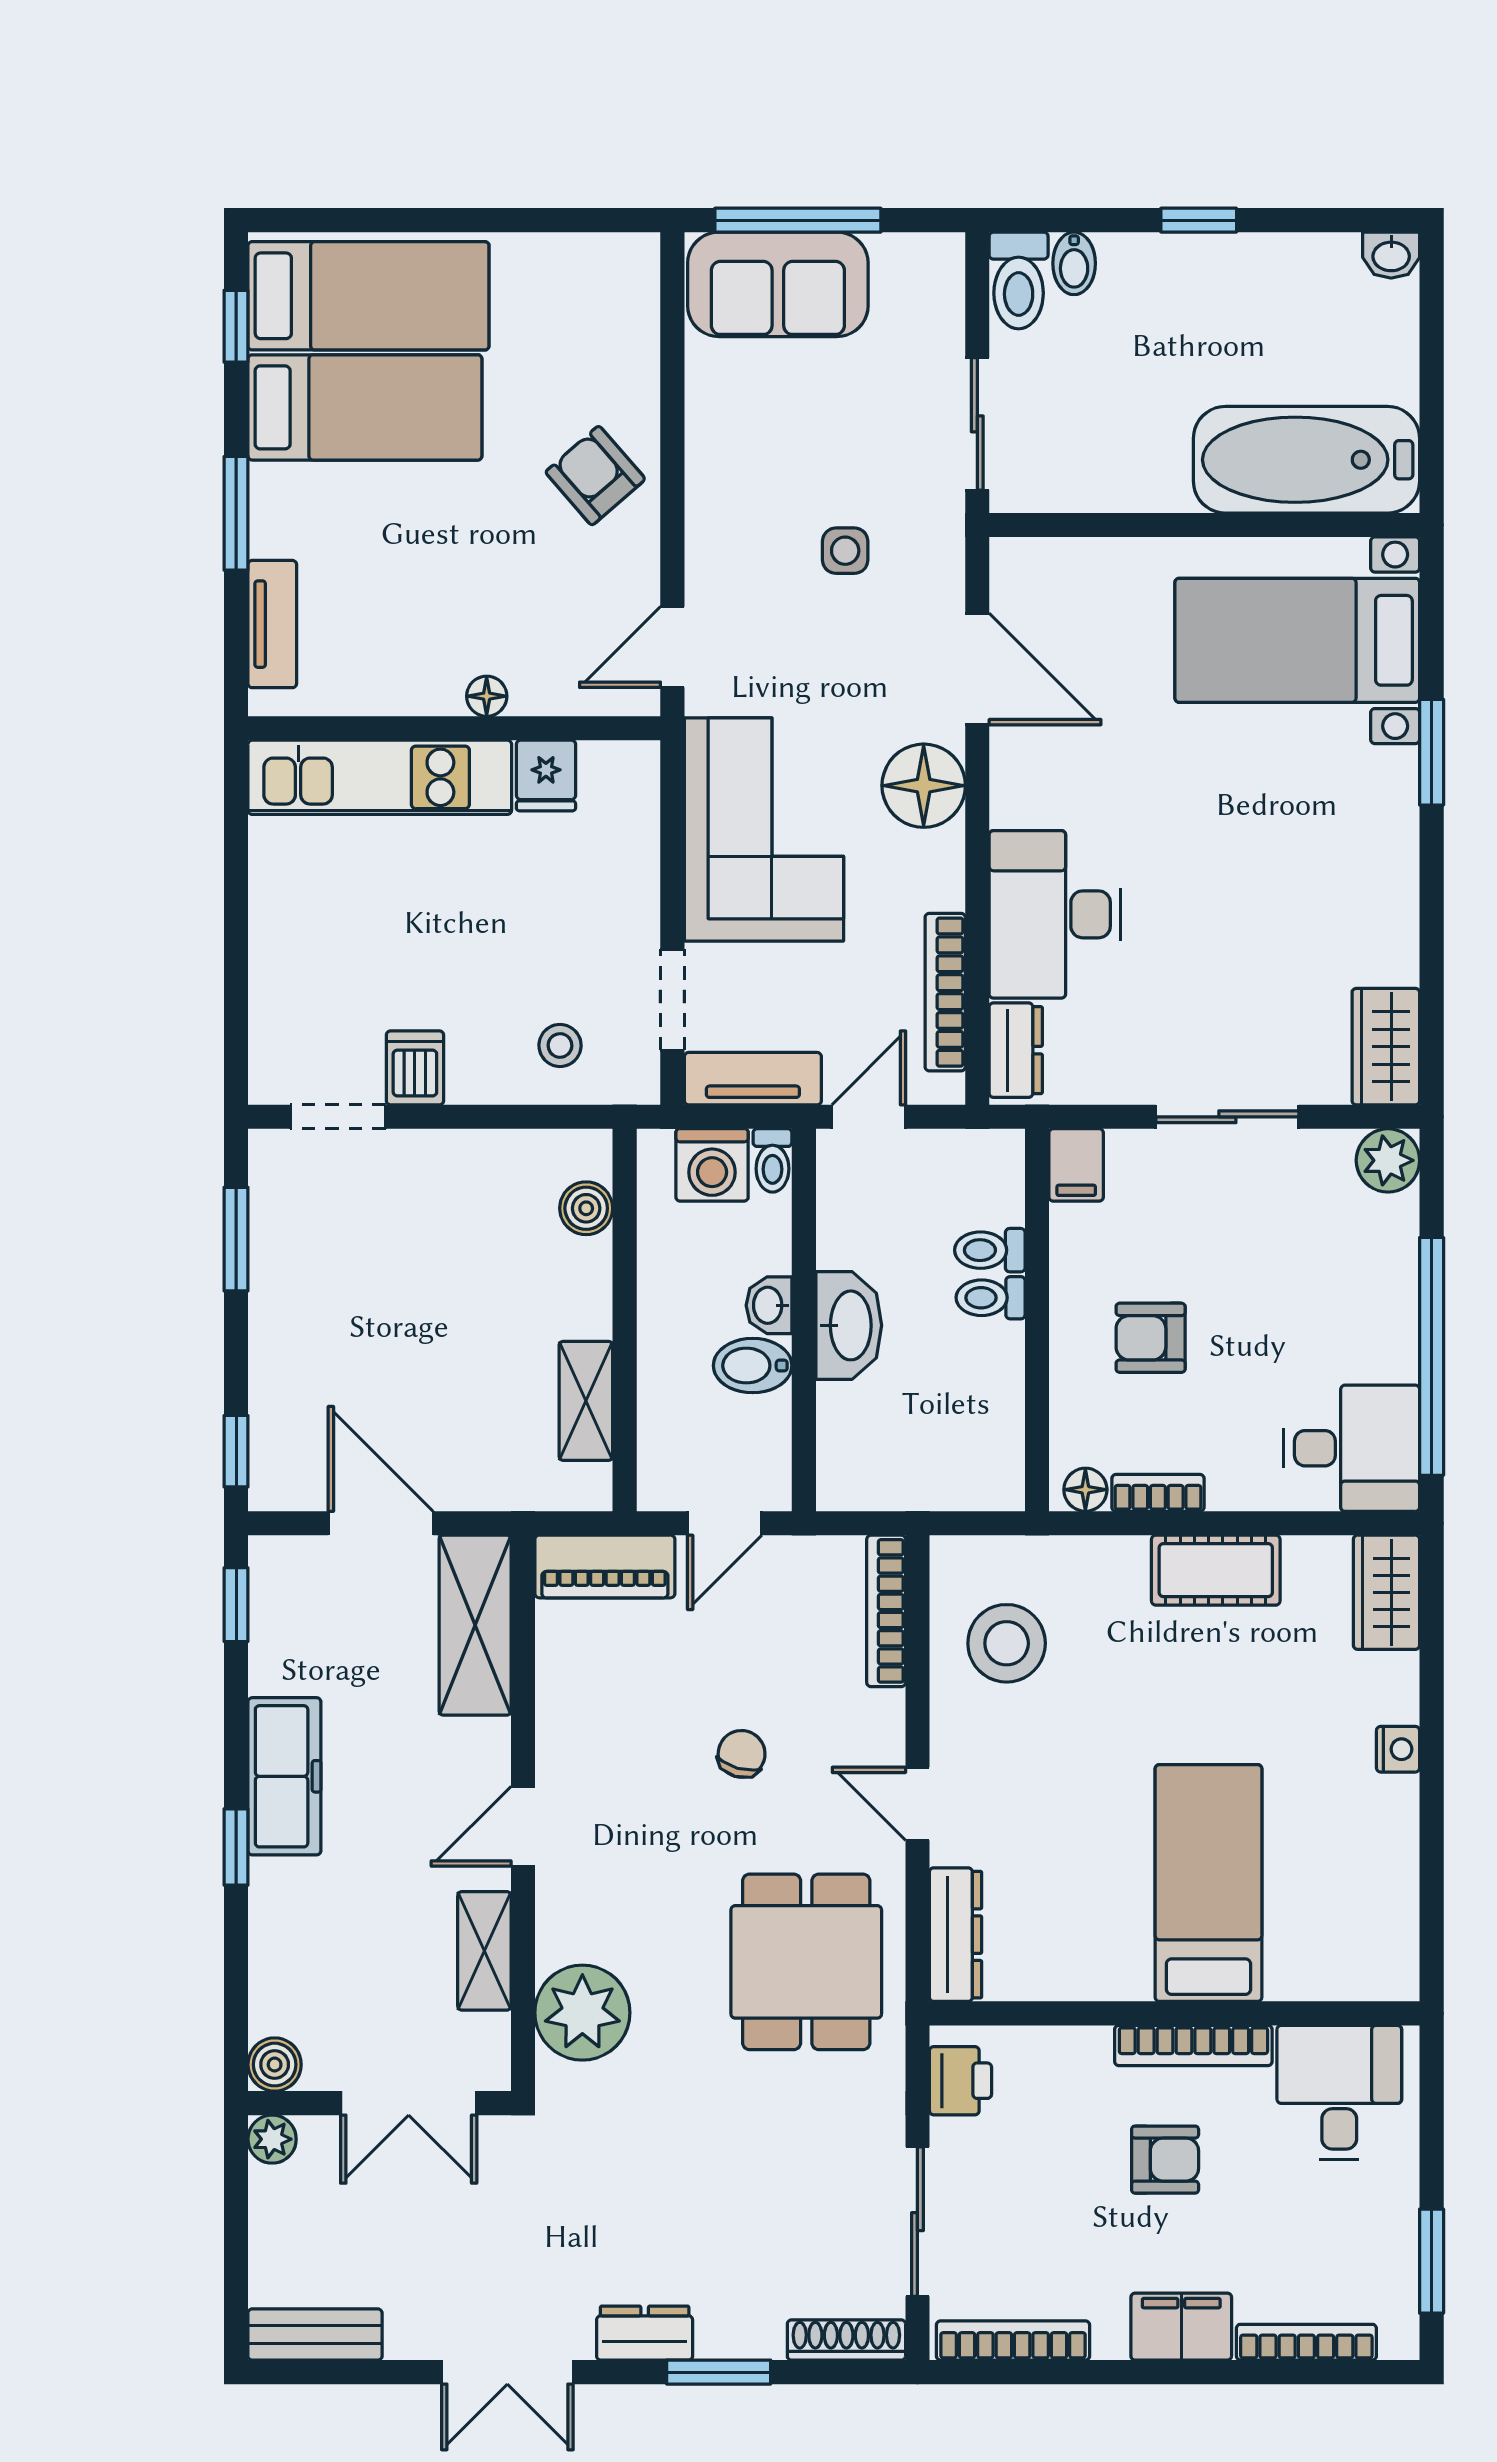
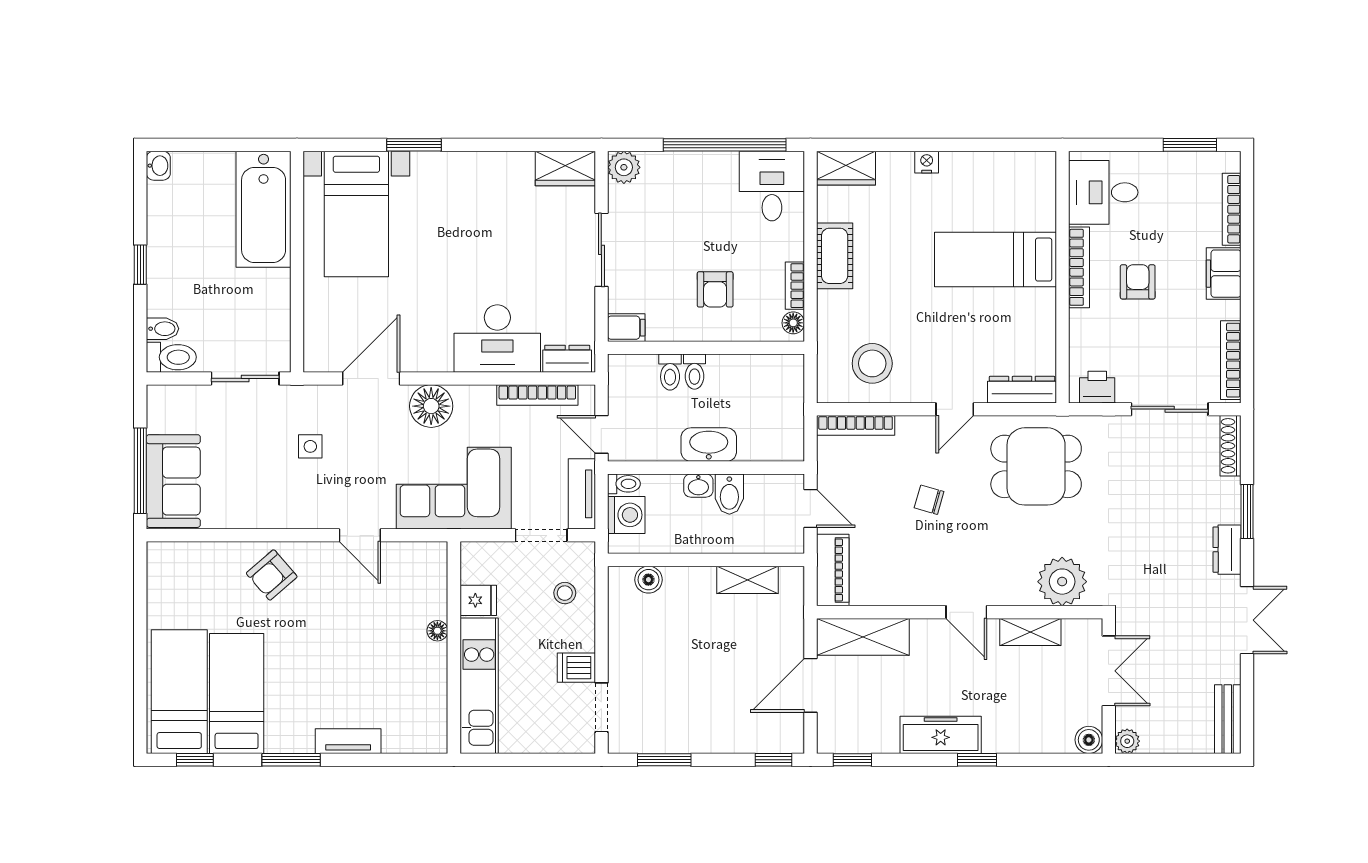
floor lamp: (487, 696) -> (437, 631), moved
wall: (454, 728) -> (454, 647), moved
fridge: (546, 775) -> (478, 600), moved
kitchen unit: (380, 777) -> (479, 686), moved

